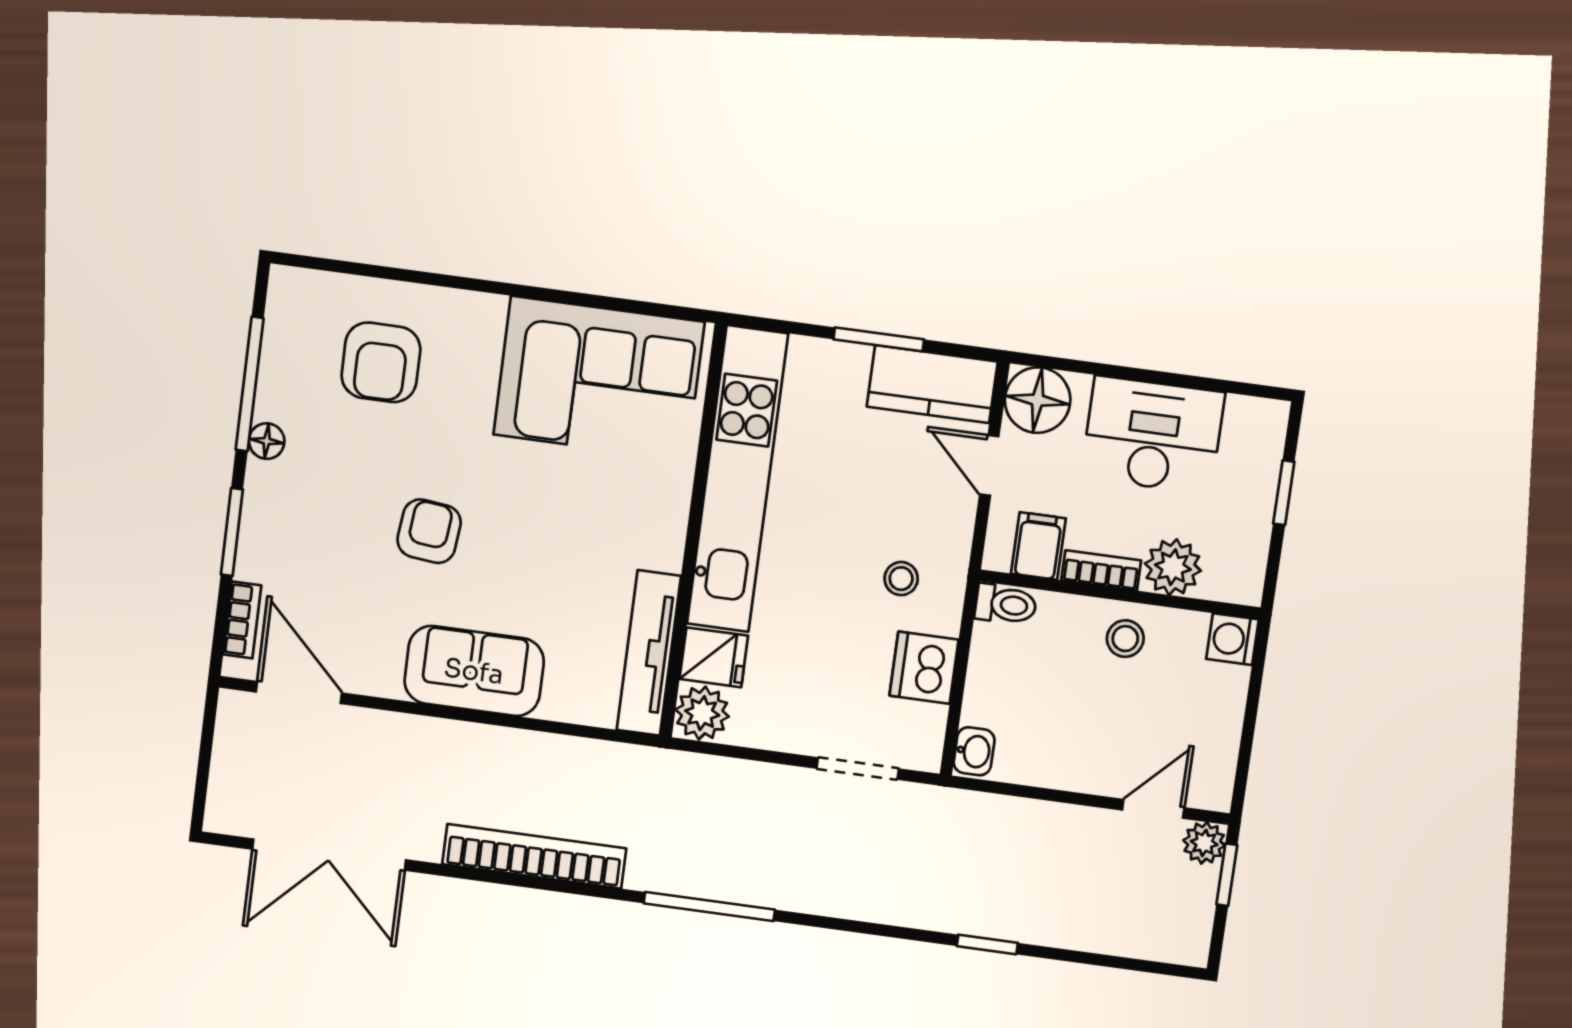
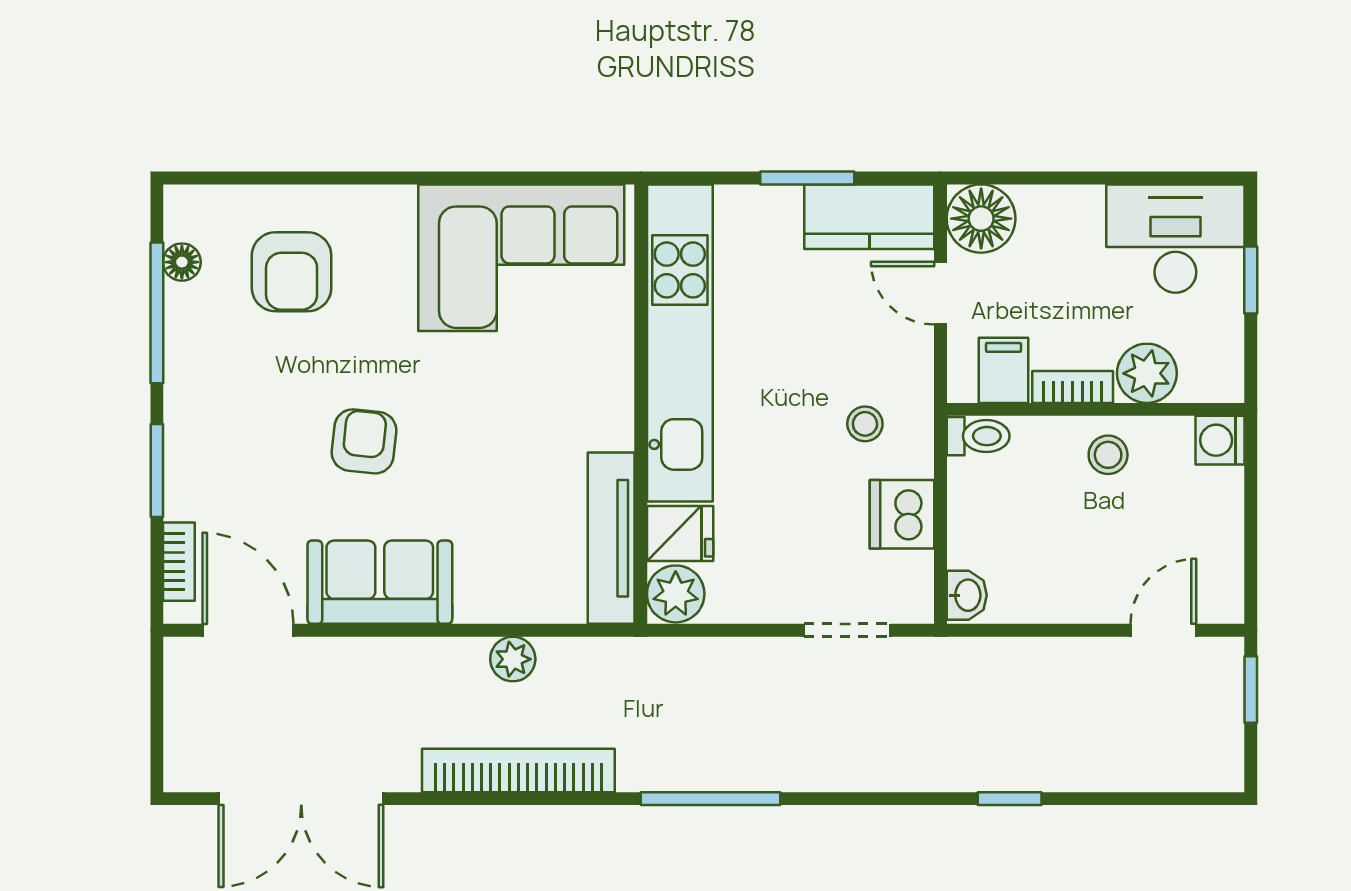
desk: (1153, 435) -> (1175, 239), moved
floor lamp: (267, 441) -> (182, 262), moved
sofa: (474, 671) -> (380, 582), moved
plant: (1204, 843) -> (513, 659), moved

